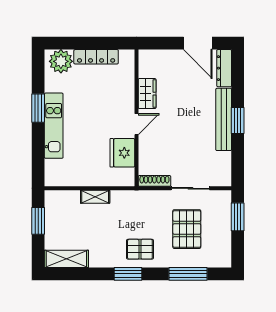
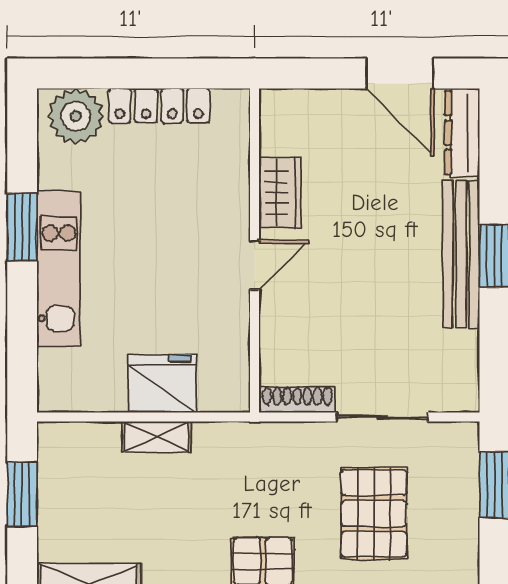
fridge: (122, 153) -> (162, 384), moved, turned 90

